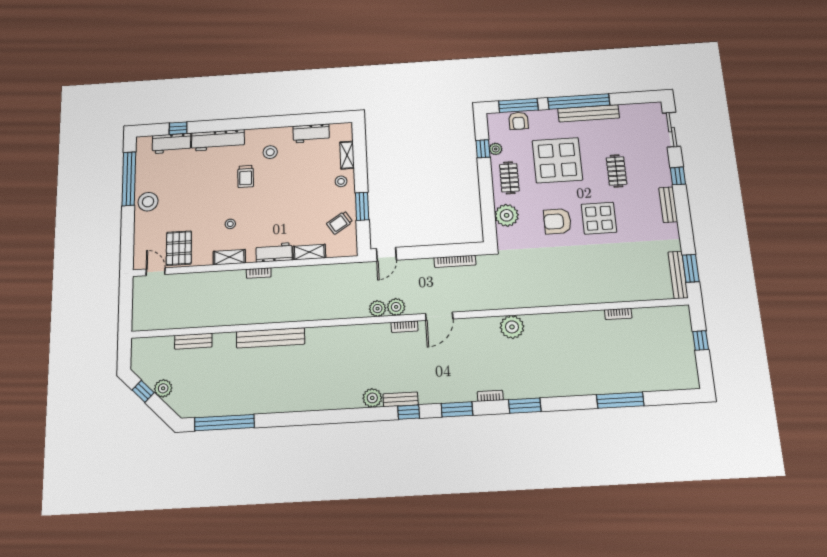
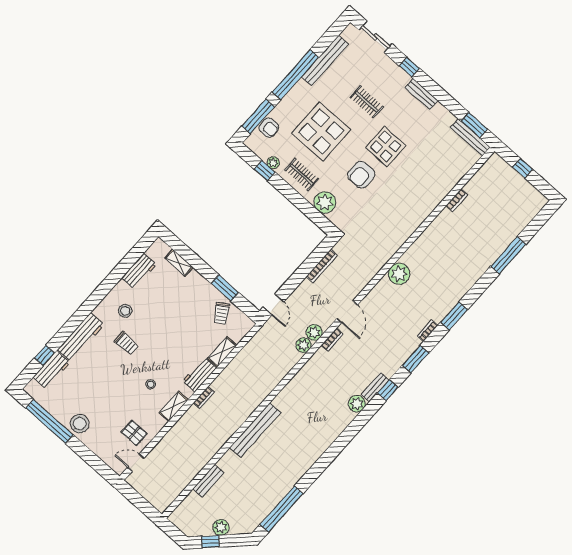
bench: (589, 113) -> (325, 61), moved
stool: (341, 181) -> (194, 285), removed
pallet: (179, 248) -> (134, 433), width x0.67, depth x0.71

